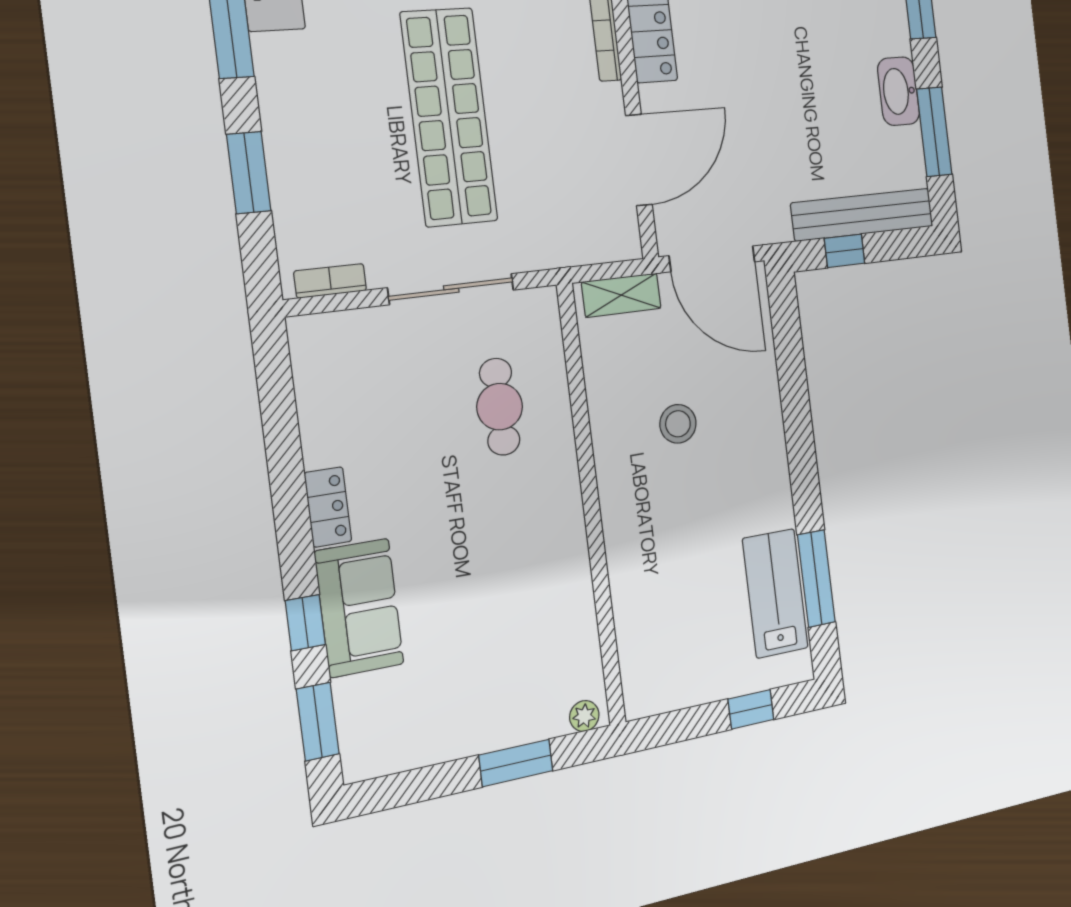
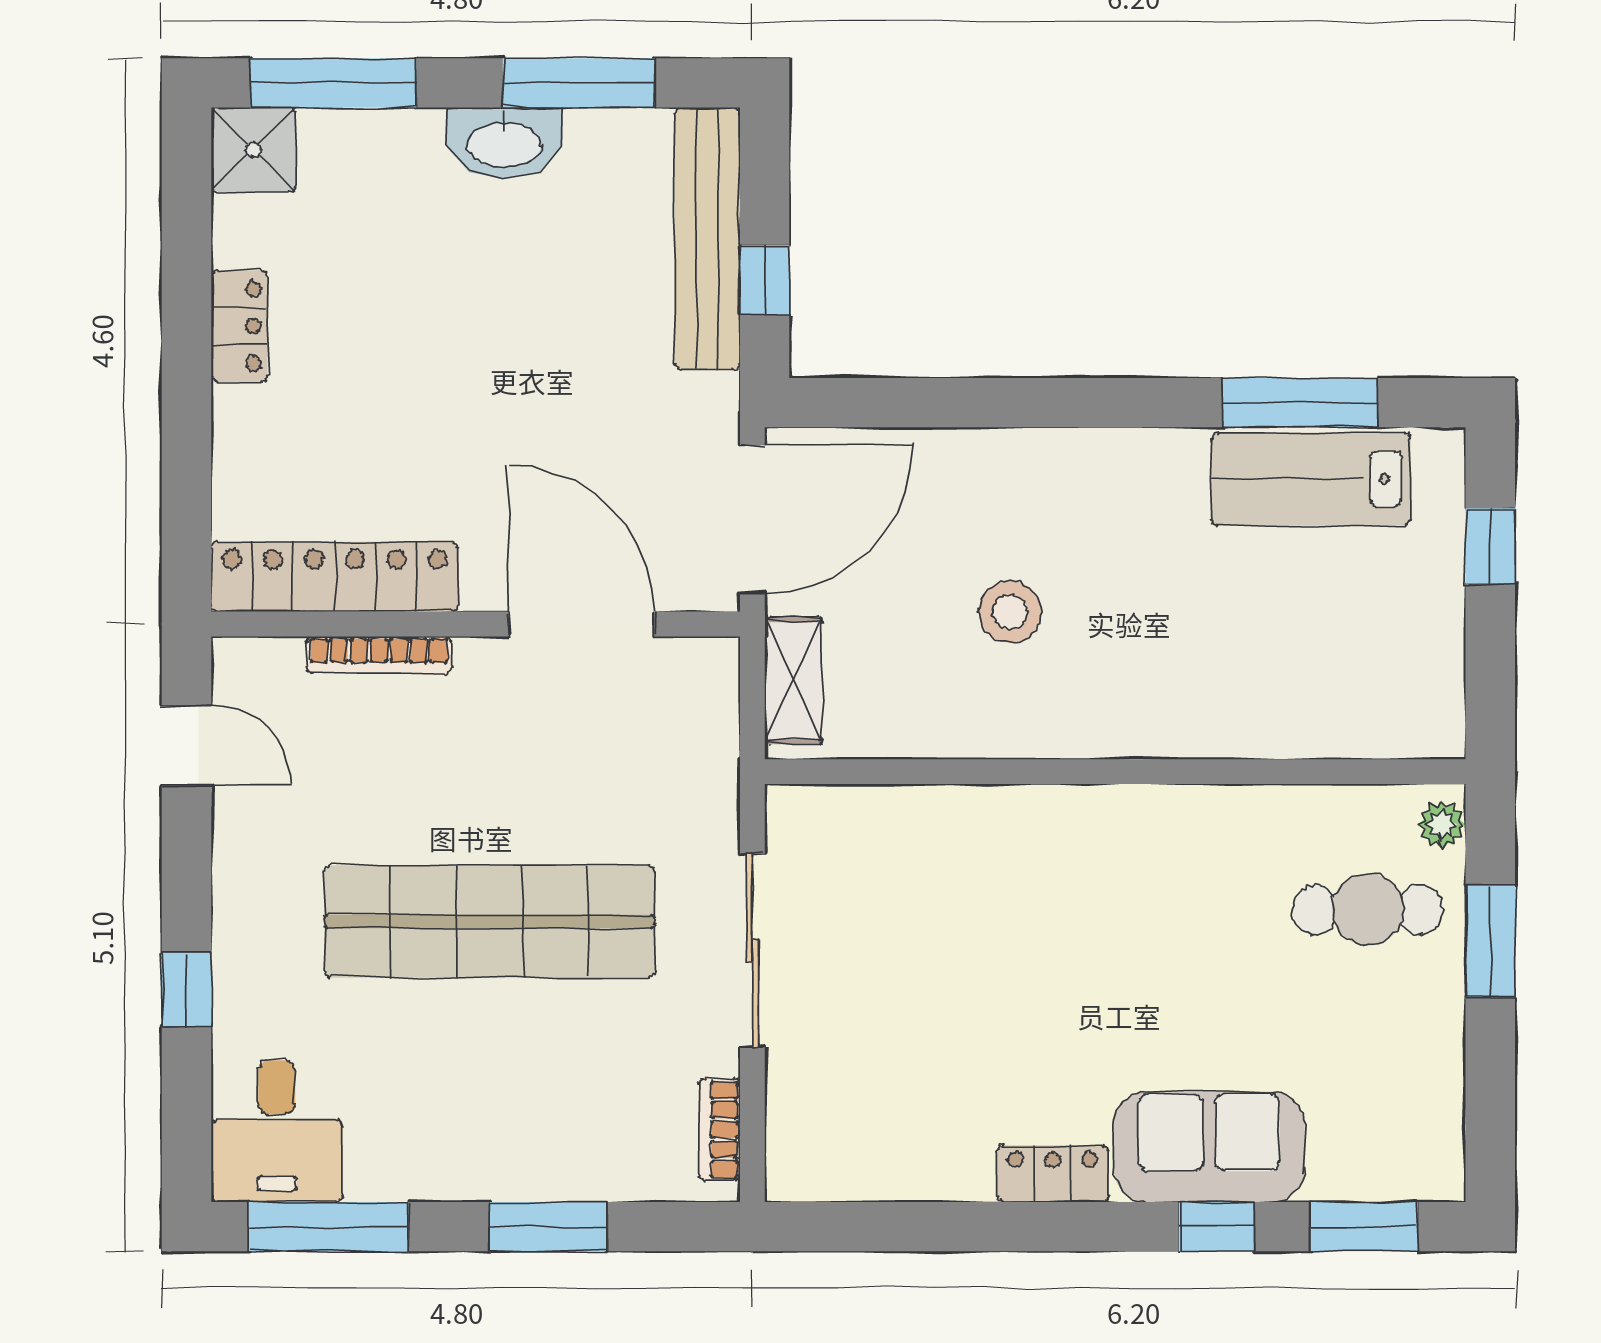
cafe table: (500, 407) -> (1368, 910), moved

